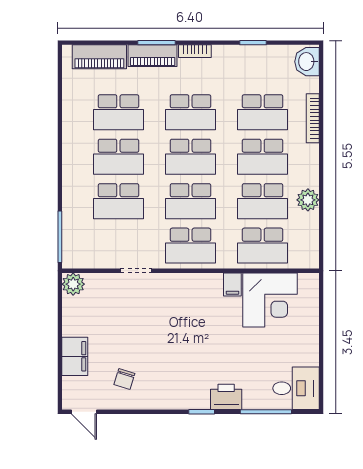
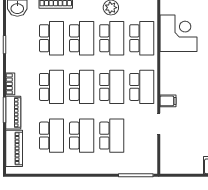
plant: (73, 284) -> (168, 166), removed
filing cabinet: (232, 284) -> (168, 101), moved

